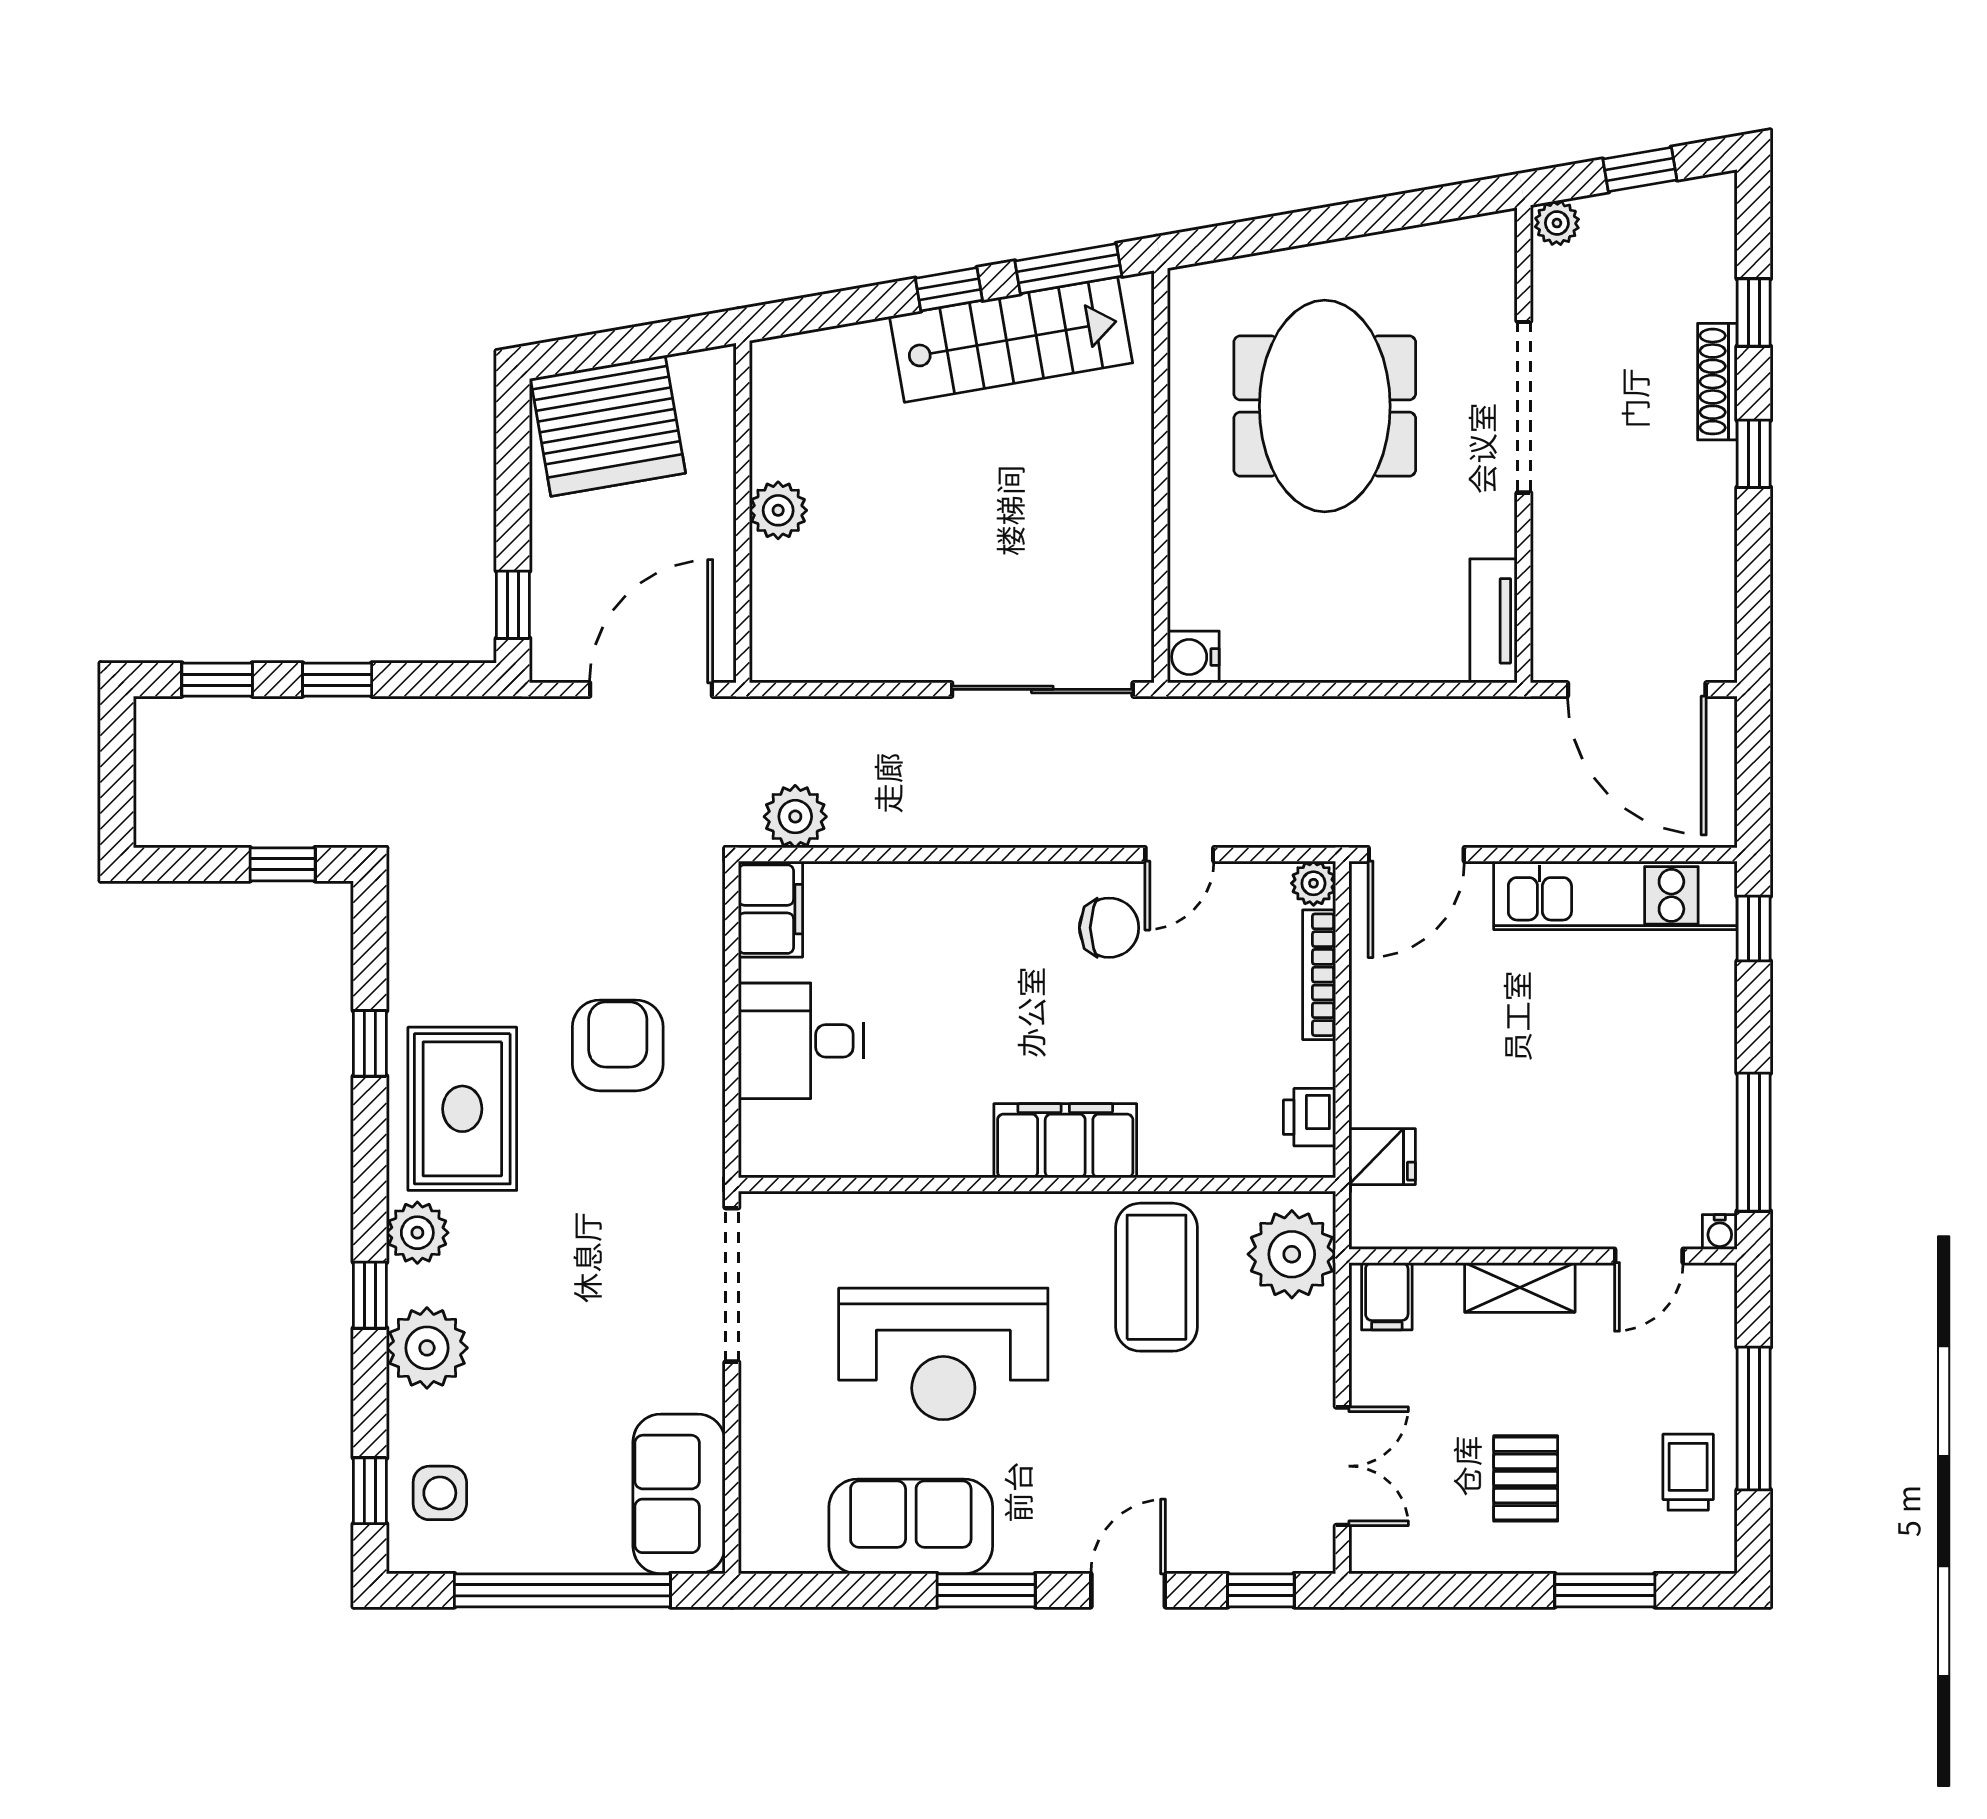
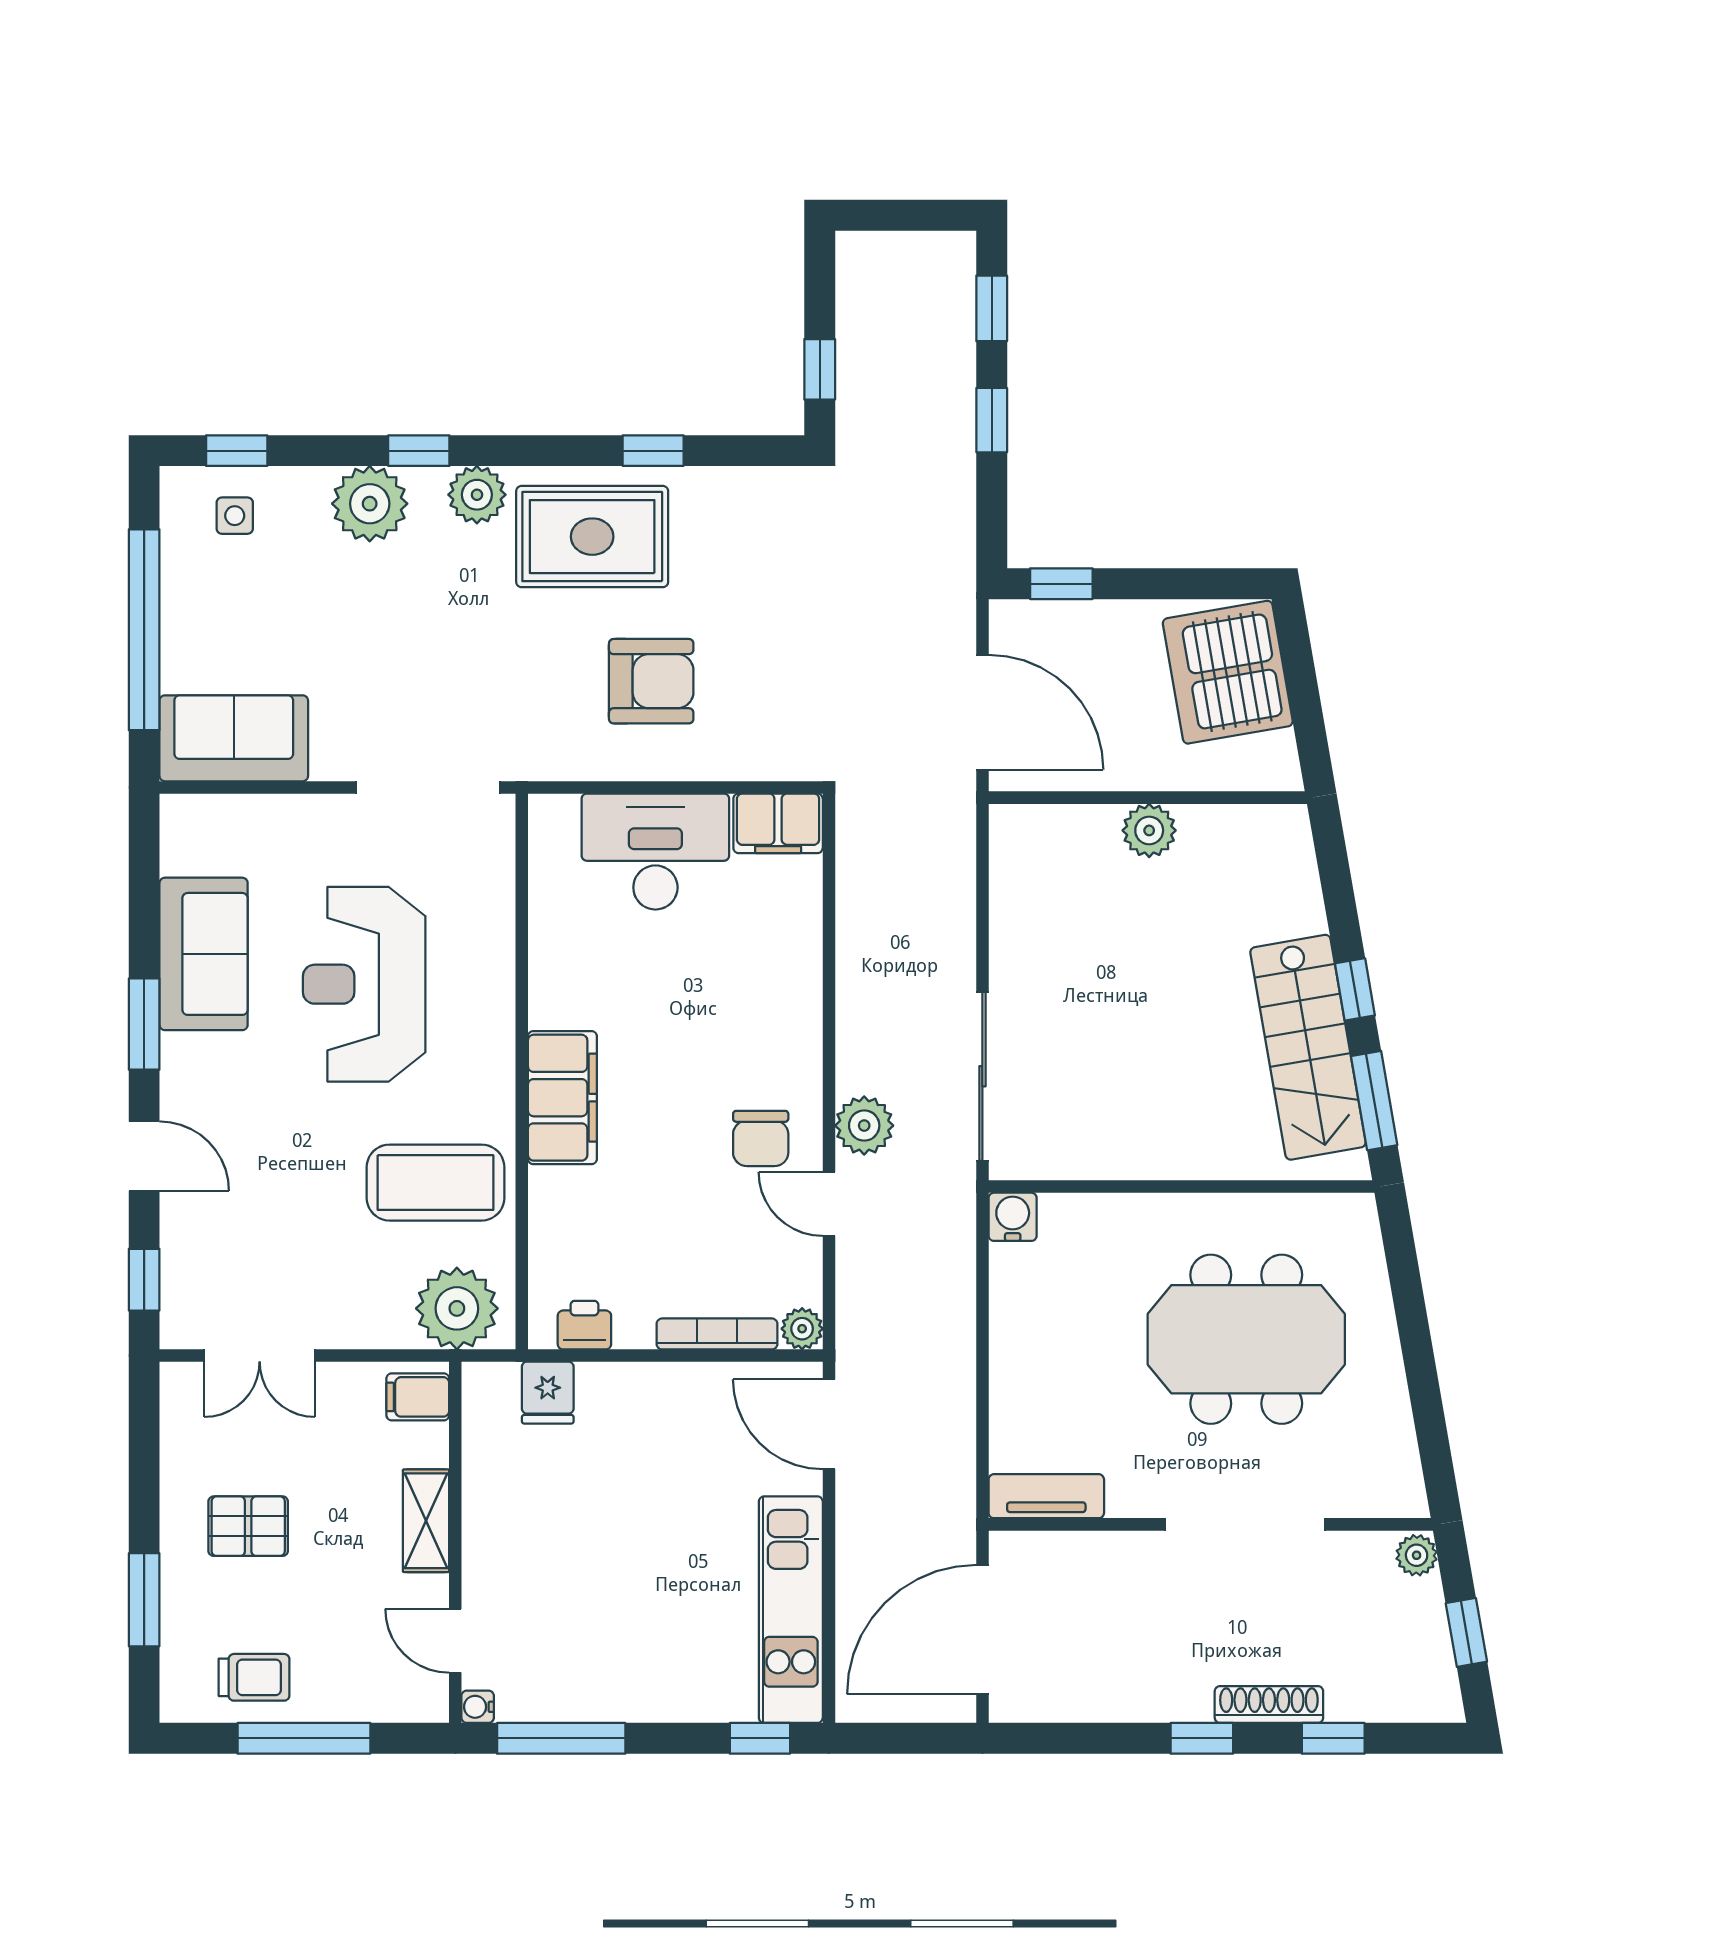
plant: (795, 817) -> (864, 1126), moved
desk: (801, 1041) -> (655, 852), width x1.37
side table: (440, 1493) -> (235, 516), width x0.73, depth x0.73

